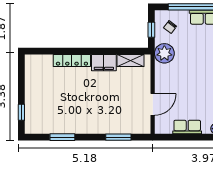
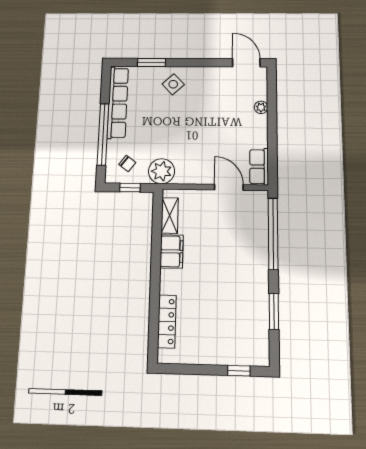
locker: (72, 61) -> (167, 321), moved
row of seats: (187, 127) -> (259, 167), moved
window: (118, 137) -> (273, 234), width x2.11

